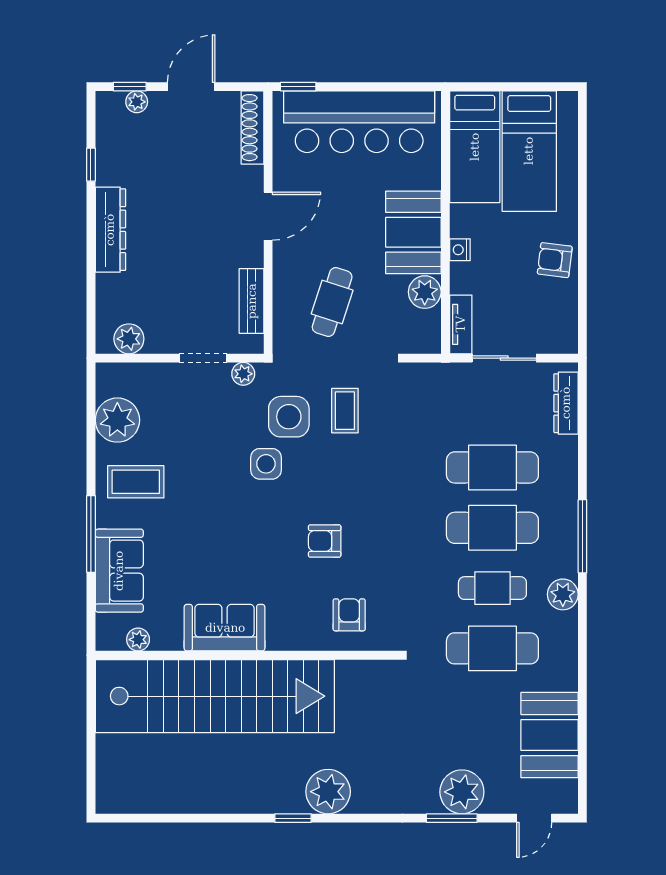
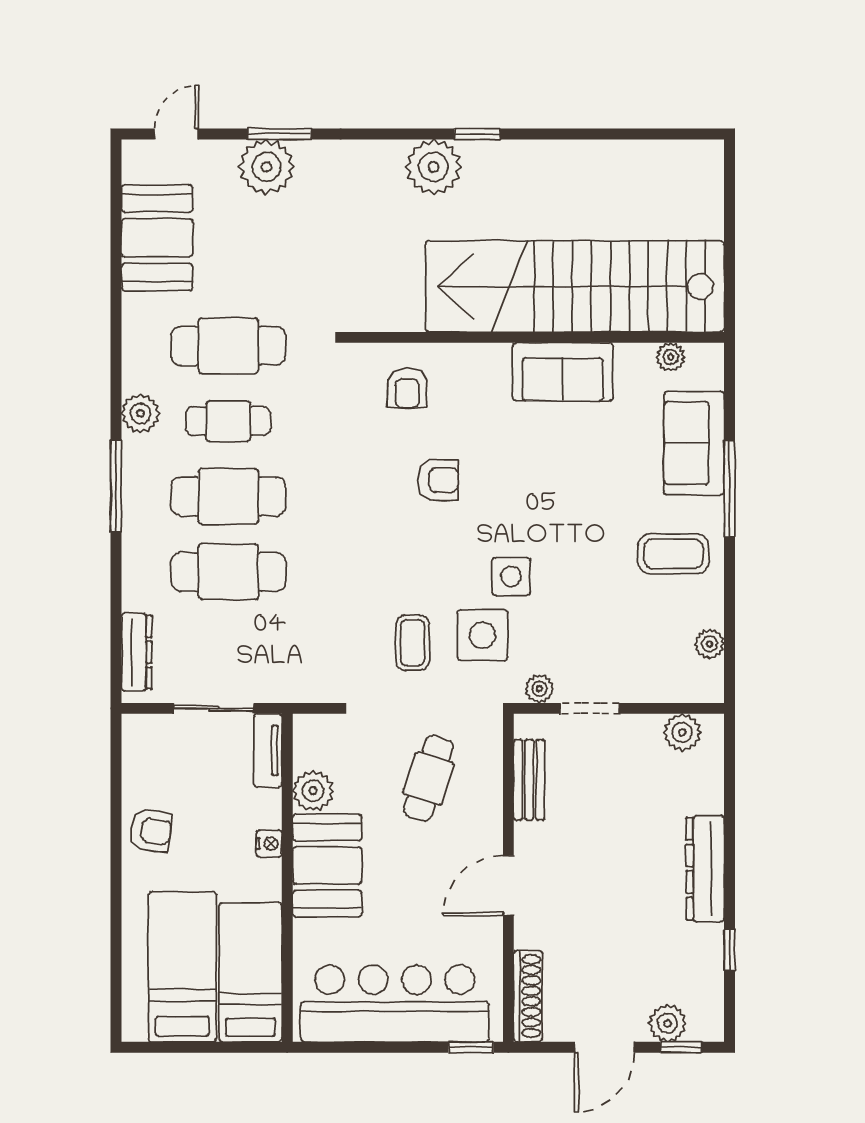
plant: (137, 102) -> (667, 1023), width x1.38, depth x1.38
plant: (117, 420) -> (709, 644), width x0.53, depth x0.53

